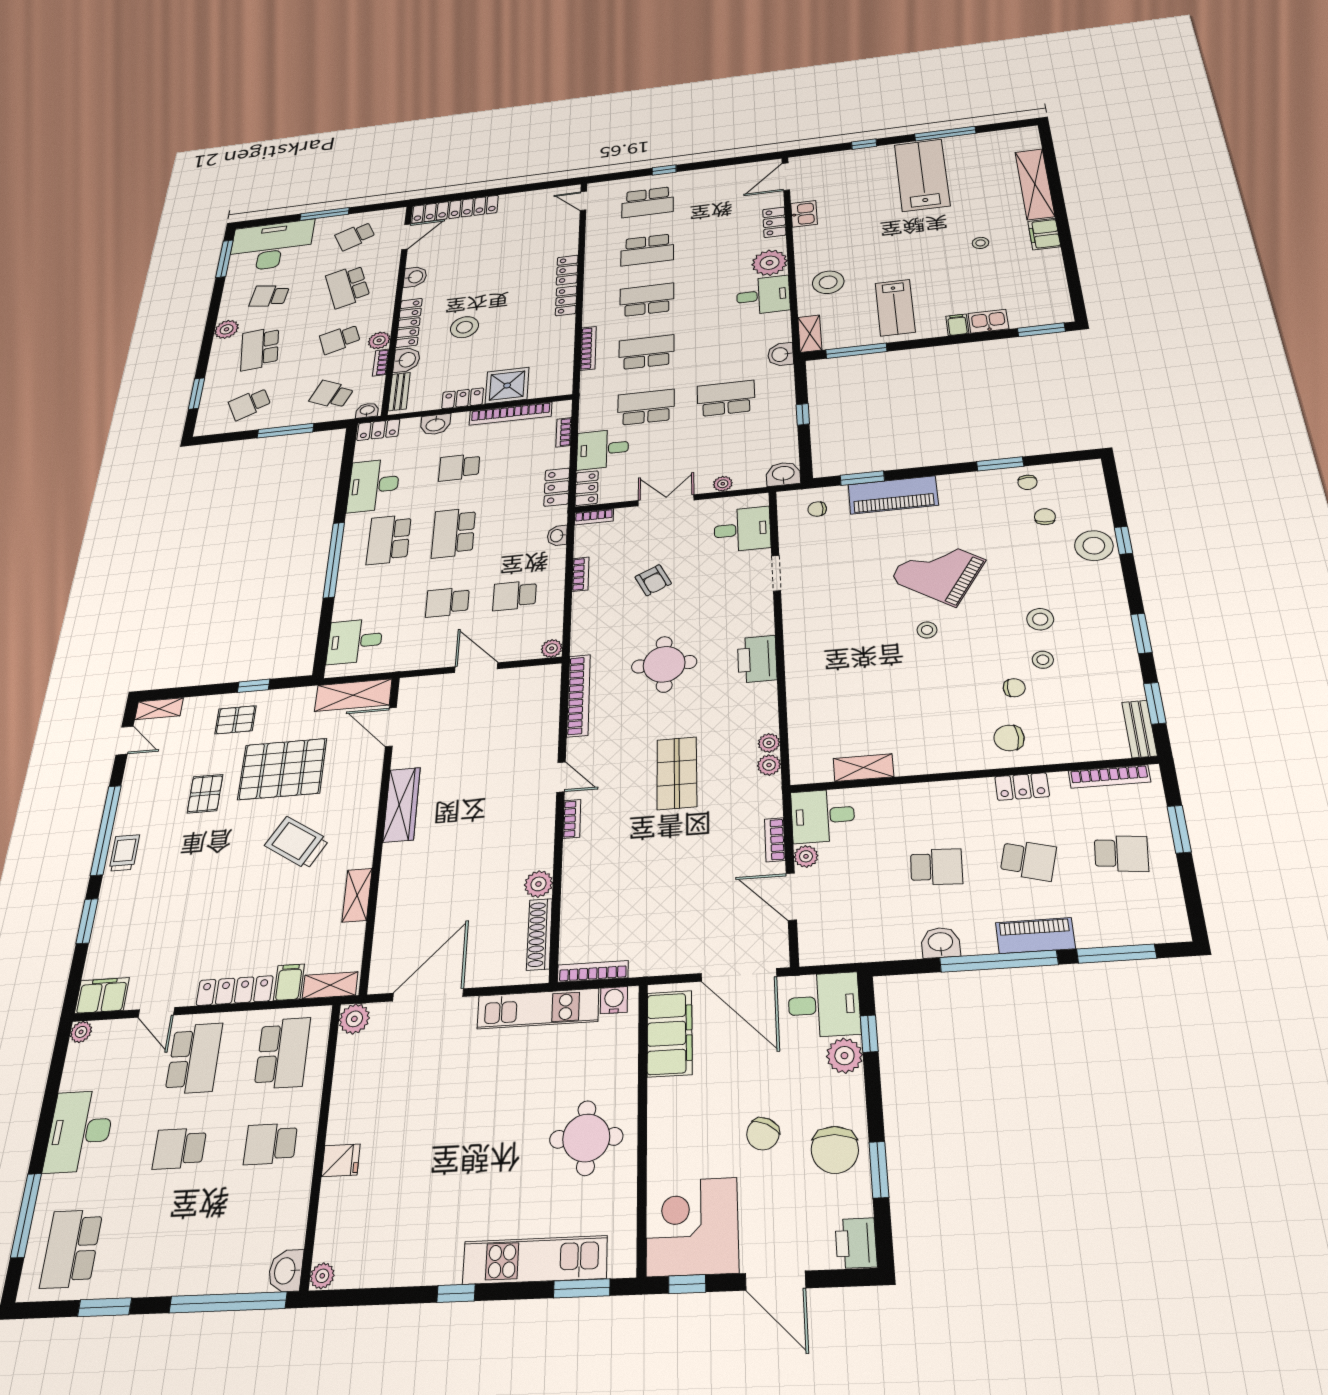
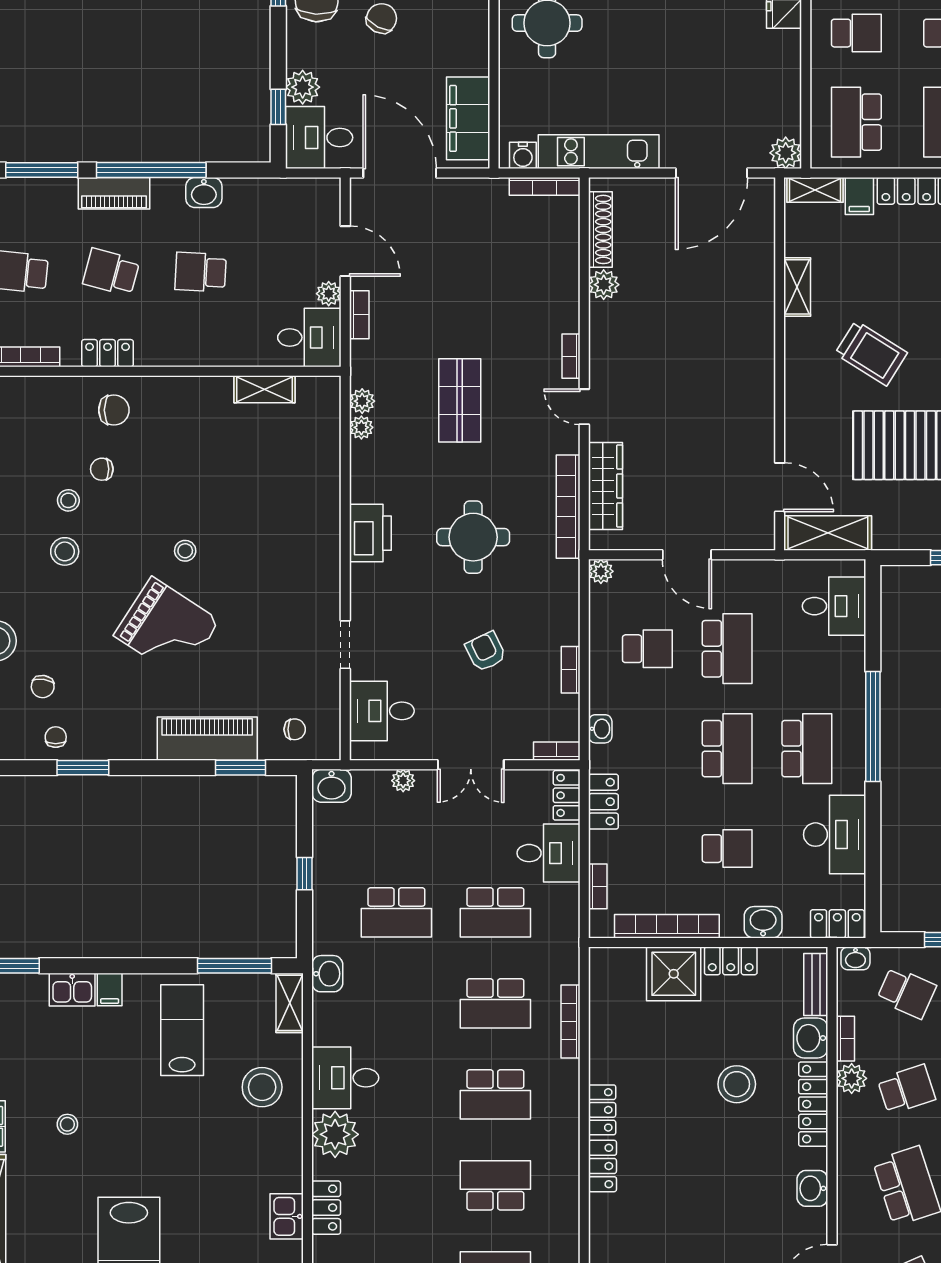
school desk: (447, 602) -> (727, 649), width x1.85
wardrobe: (402, 805) -> (606, 486), moved, turned 180

